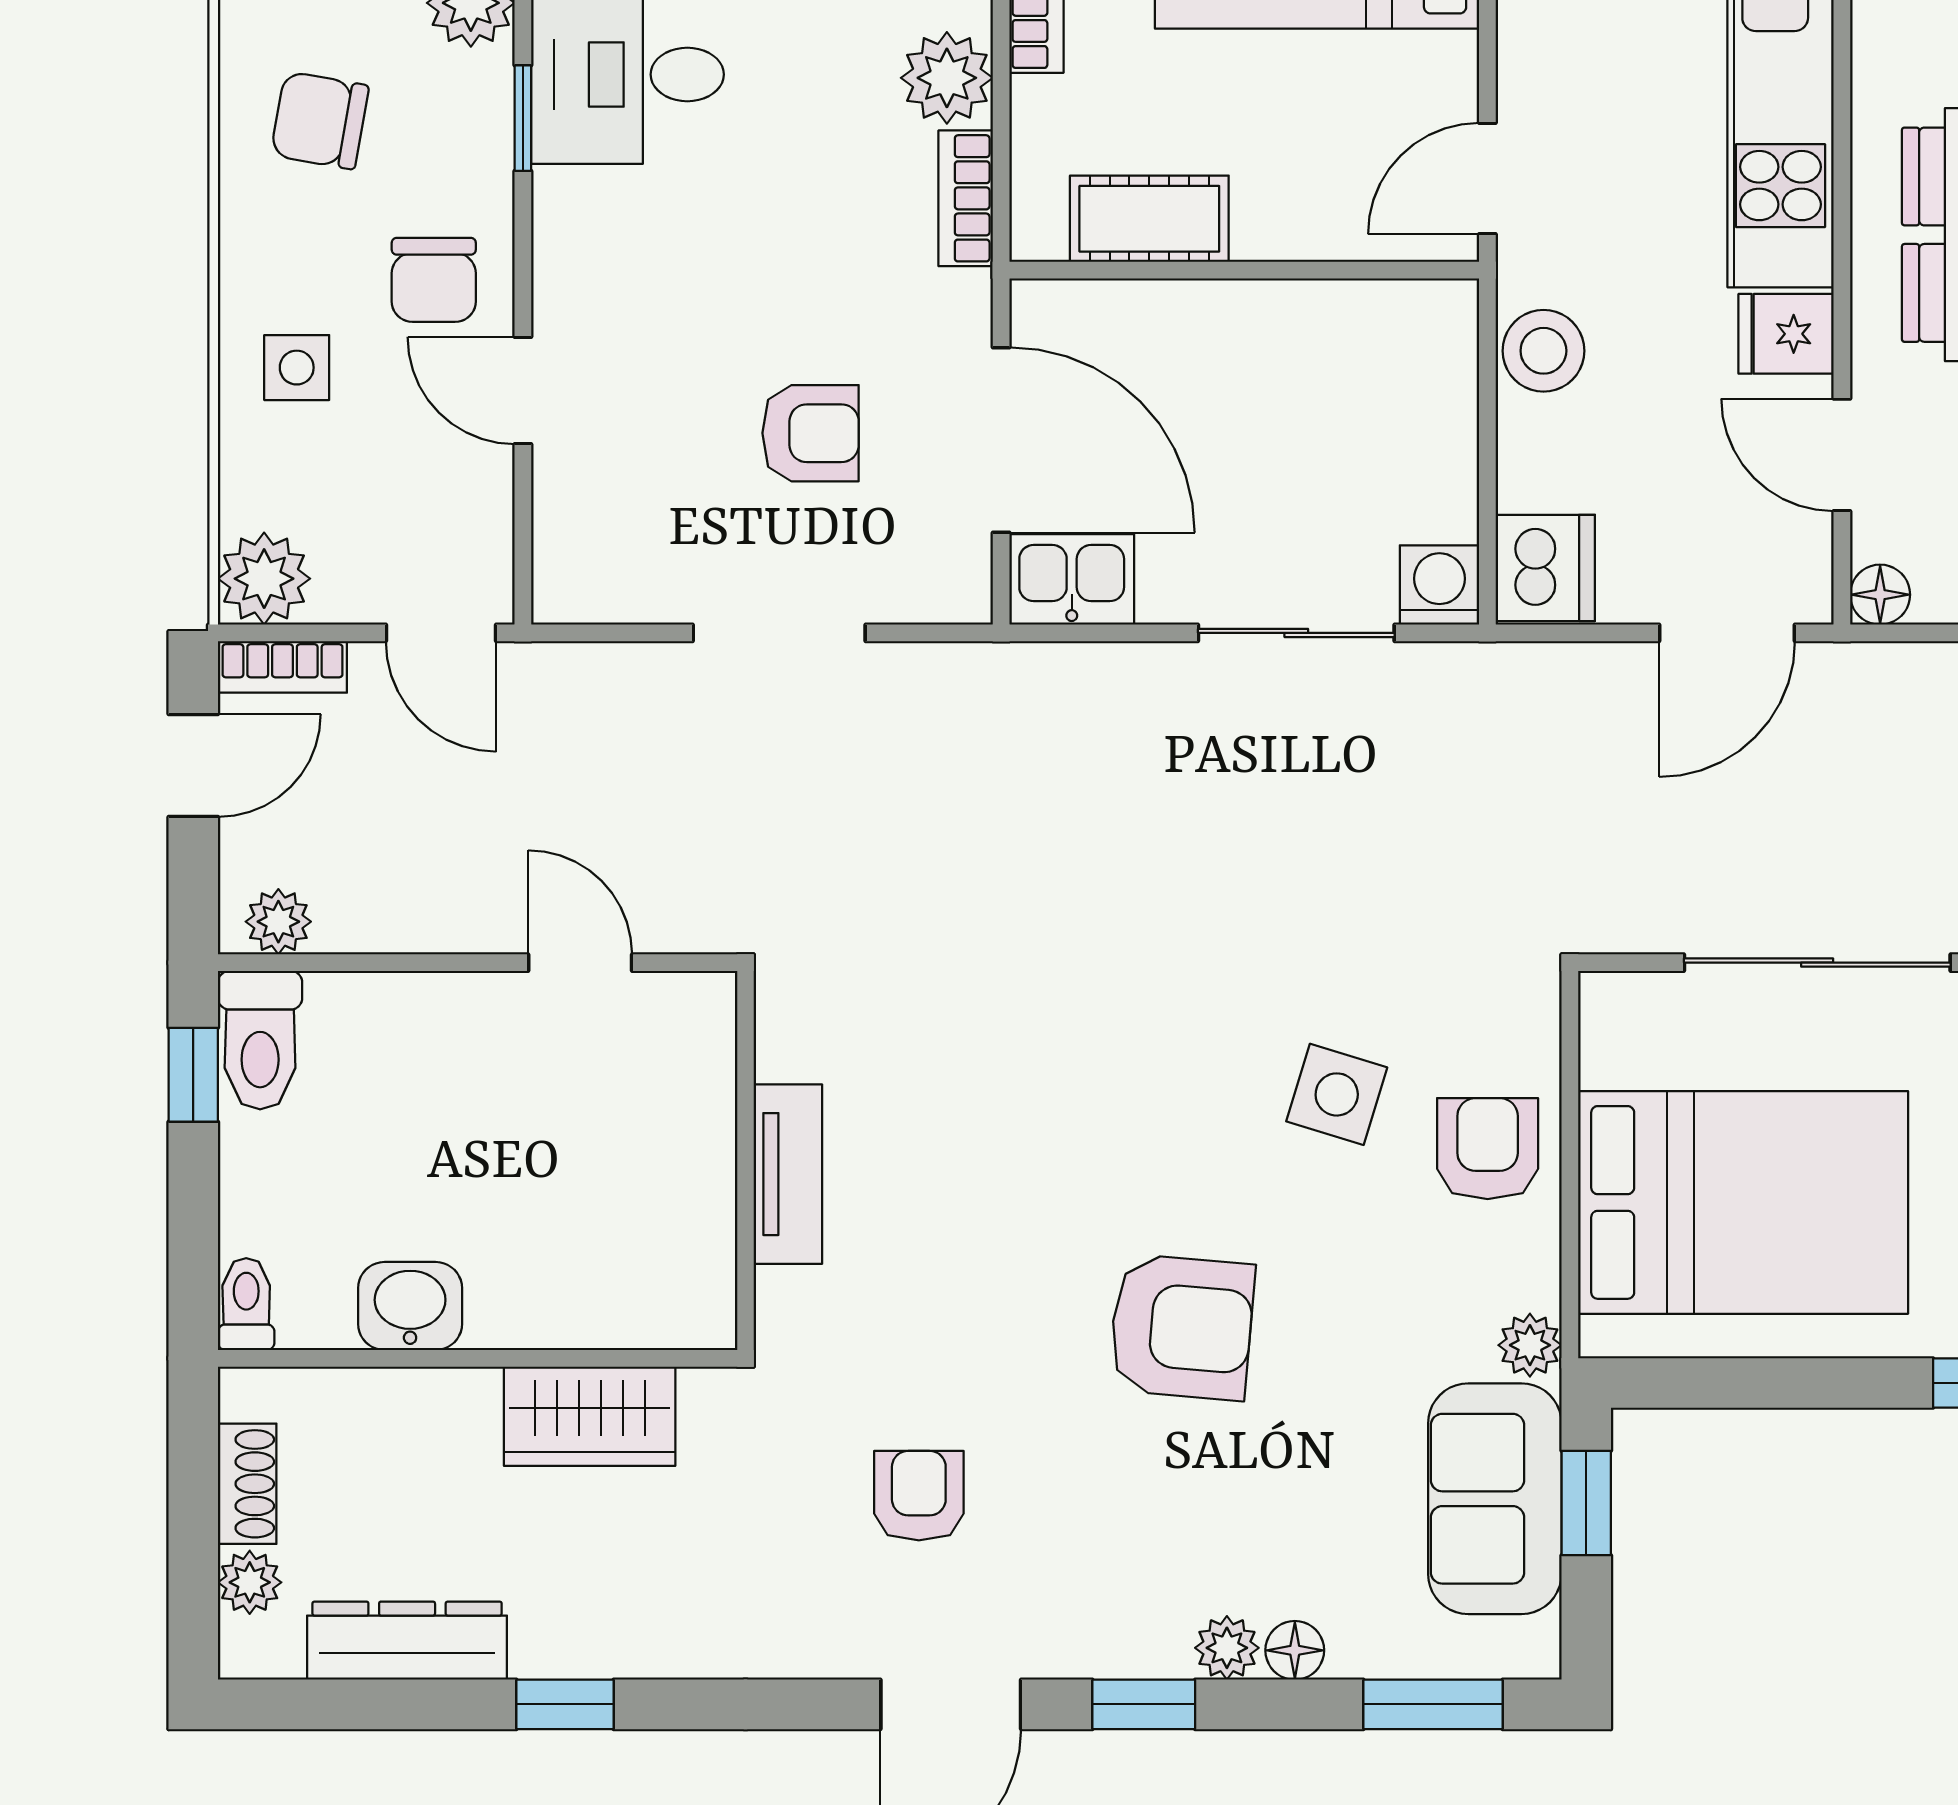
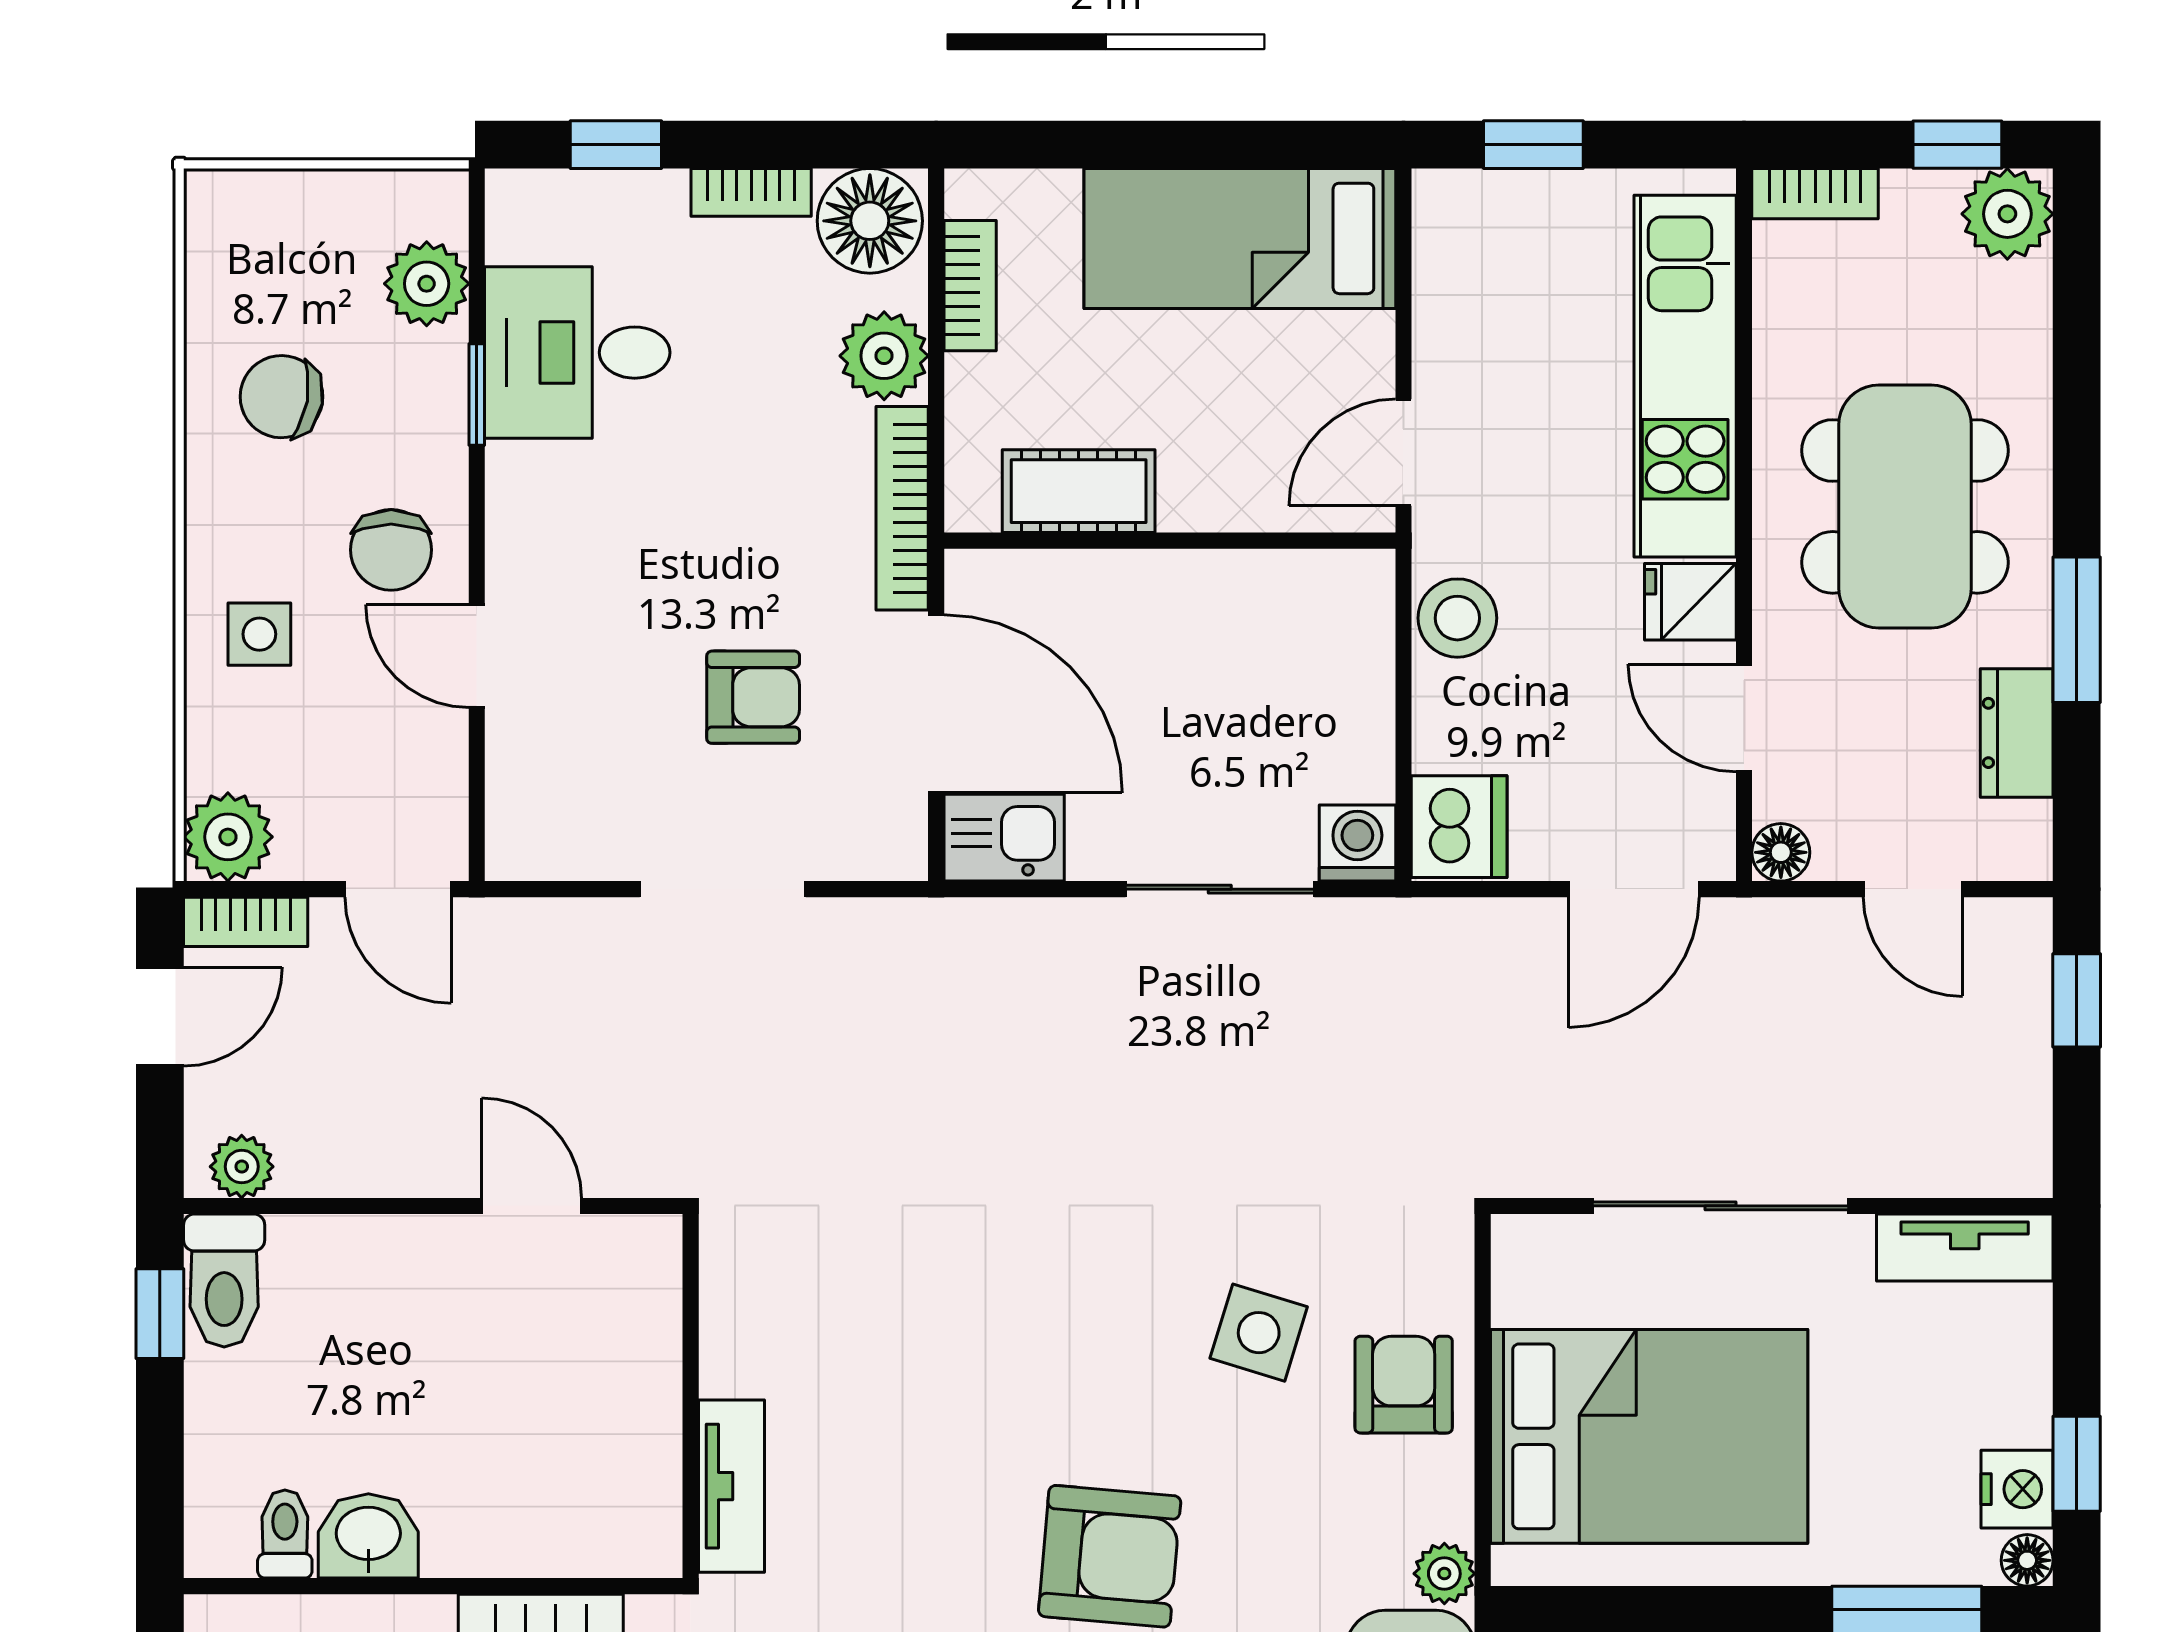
bookcase: (966, 198) -> (902, 508), width x1.56
tv unit: (788, 1174) -> (731, 1486), moved
toilet: (246, 1304) -> (285, 1534), moved

